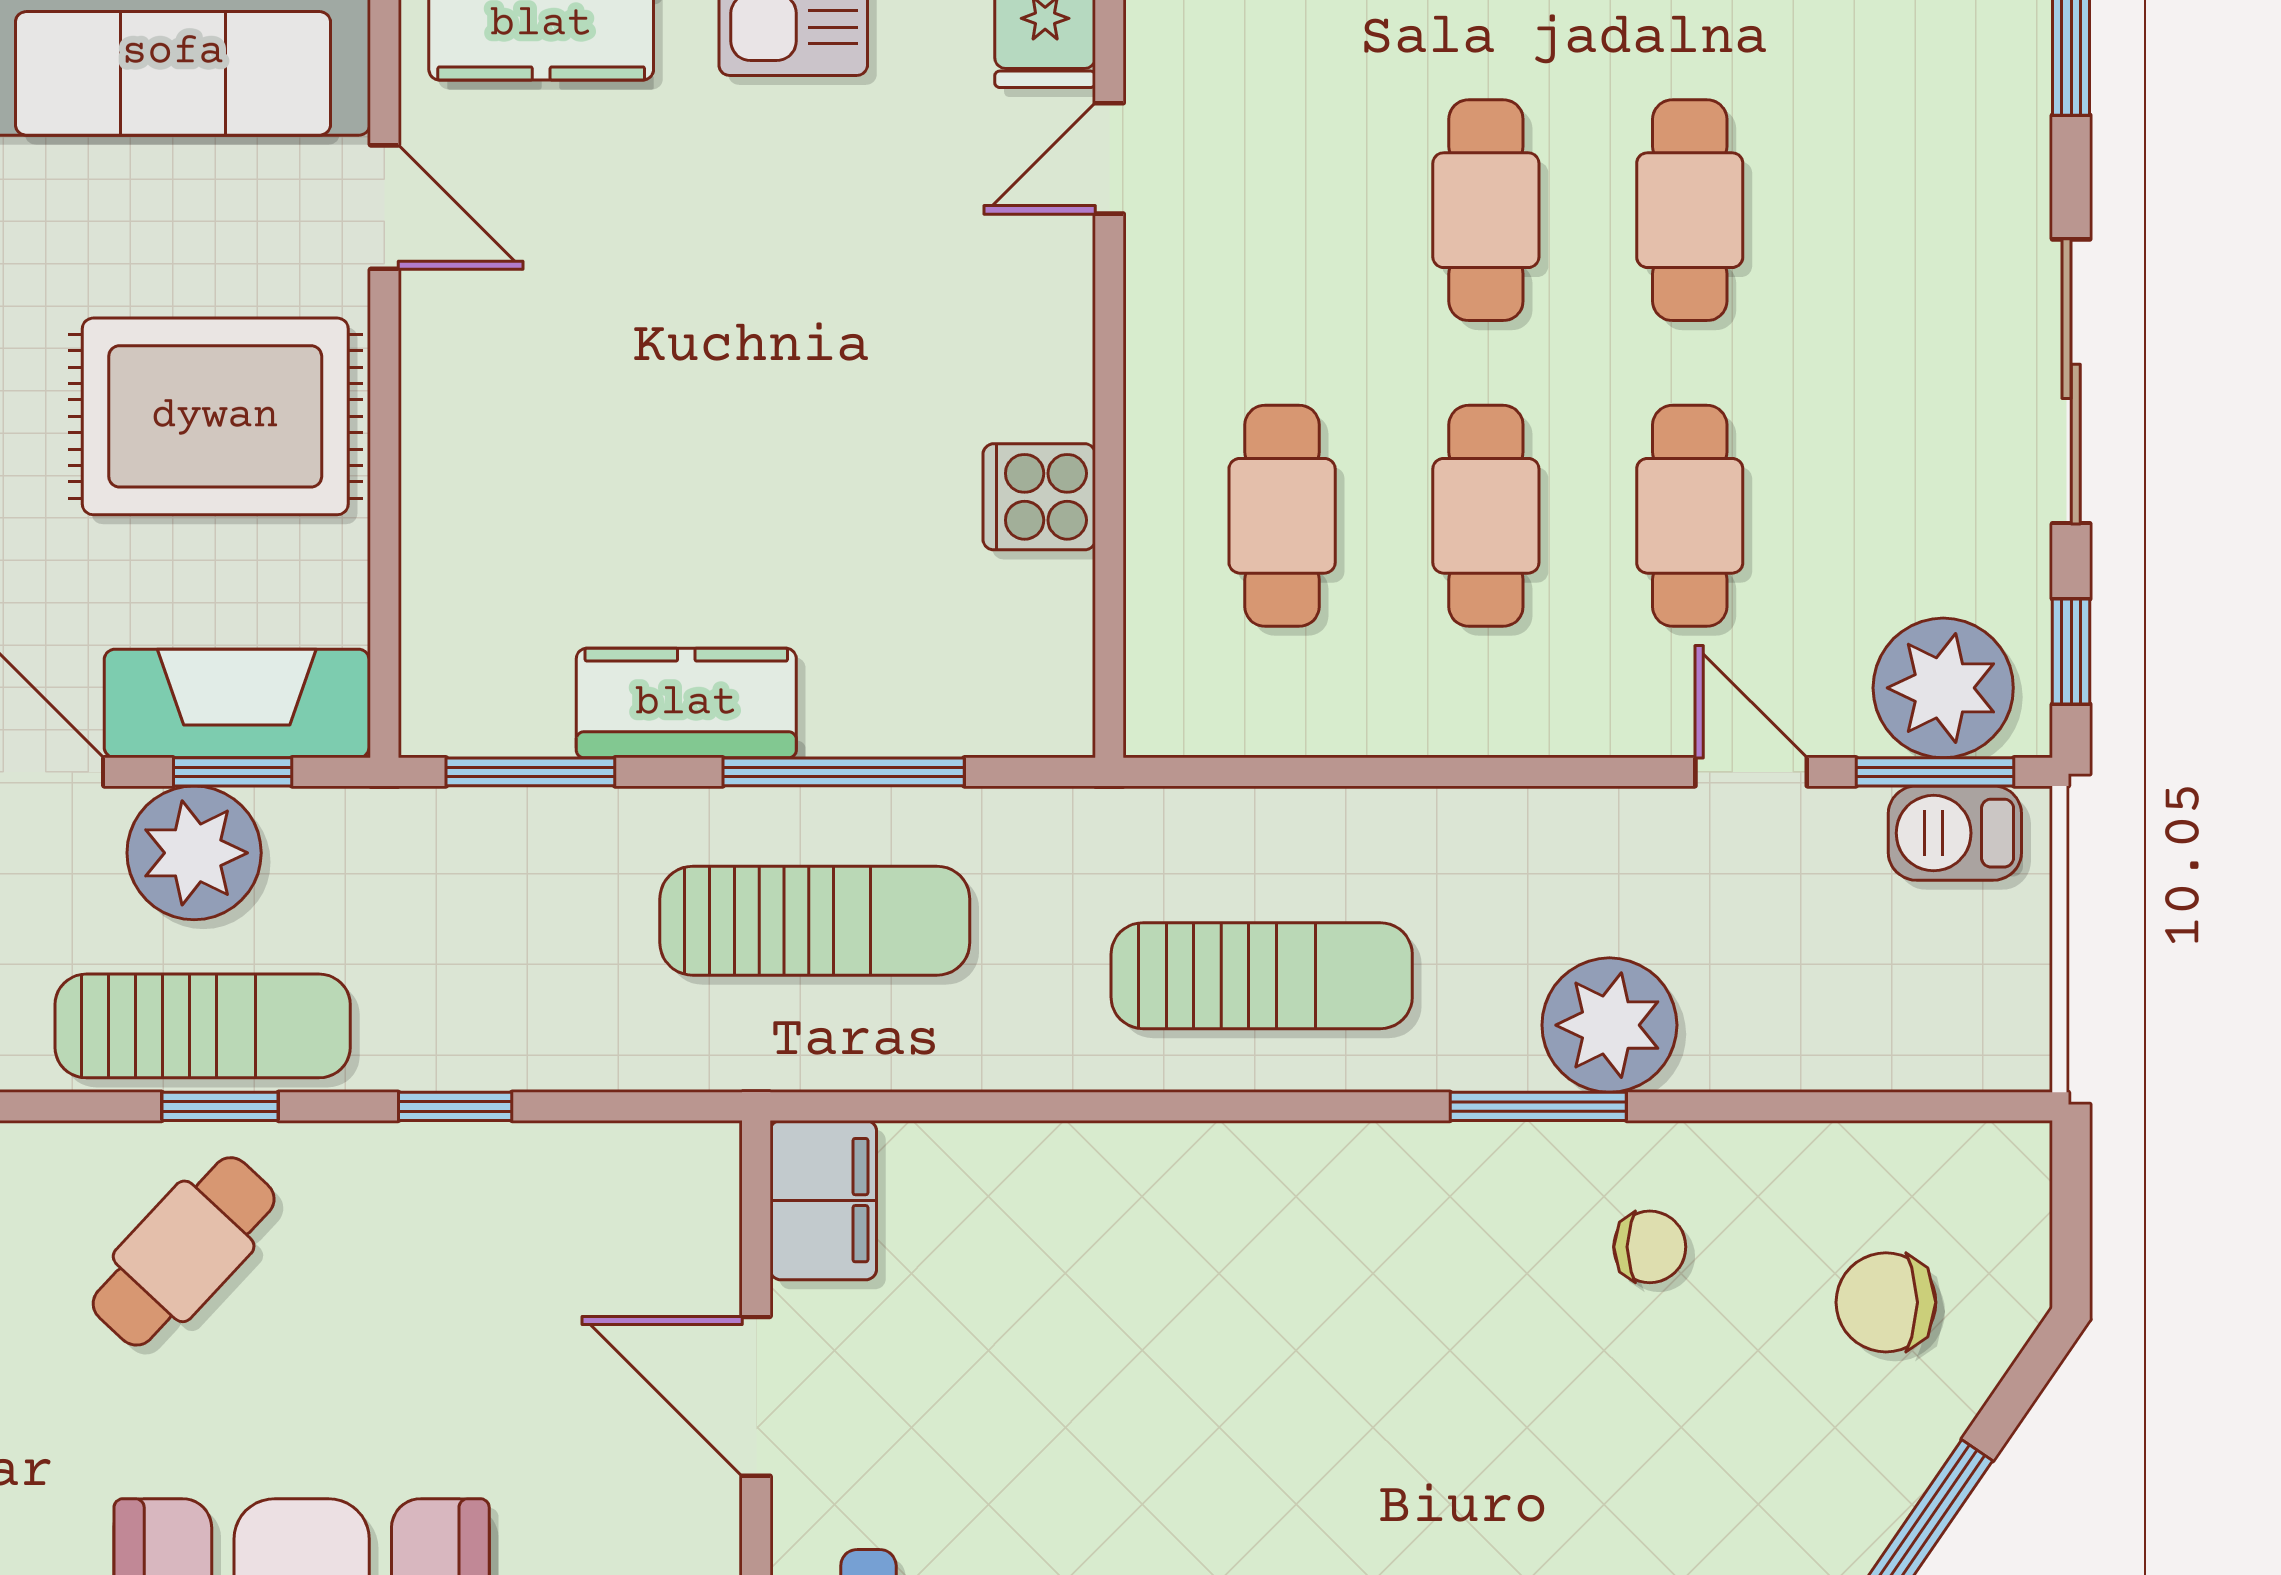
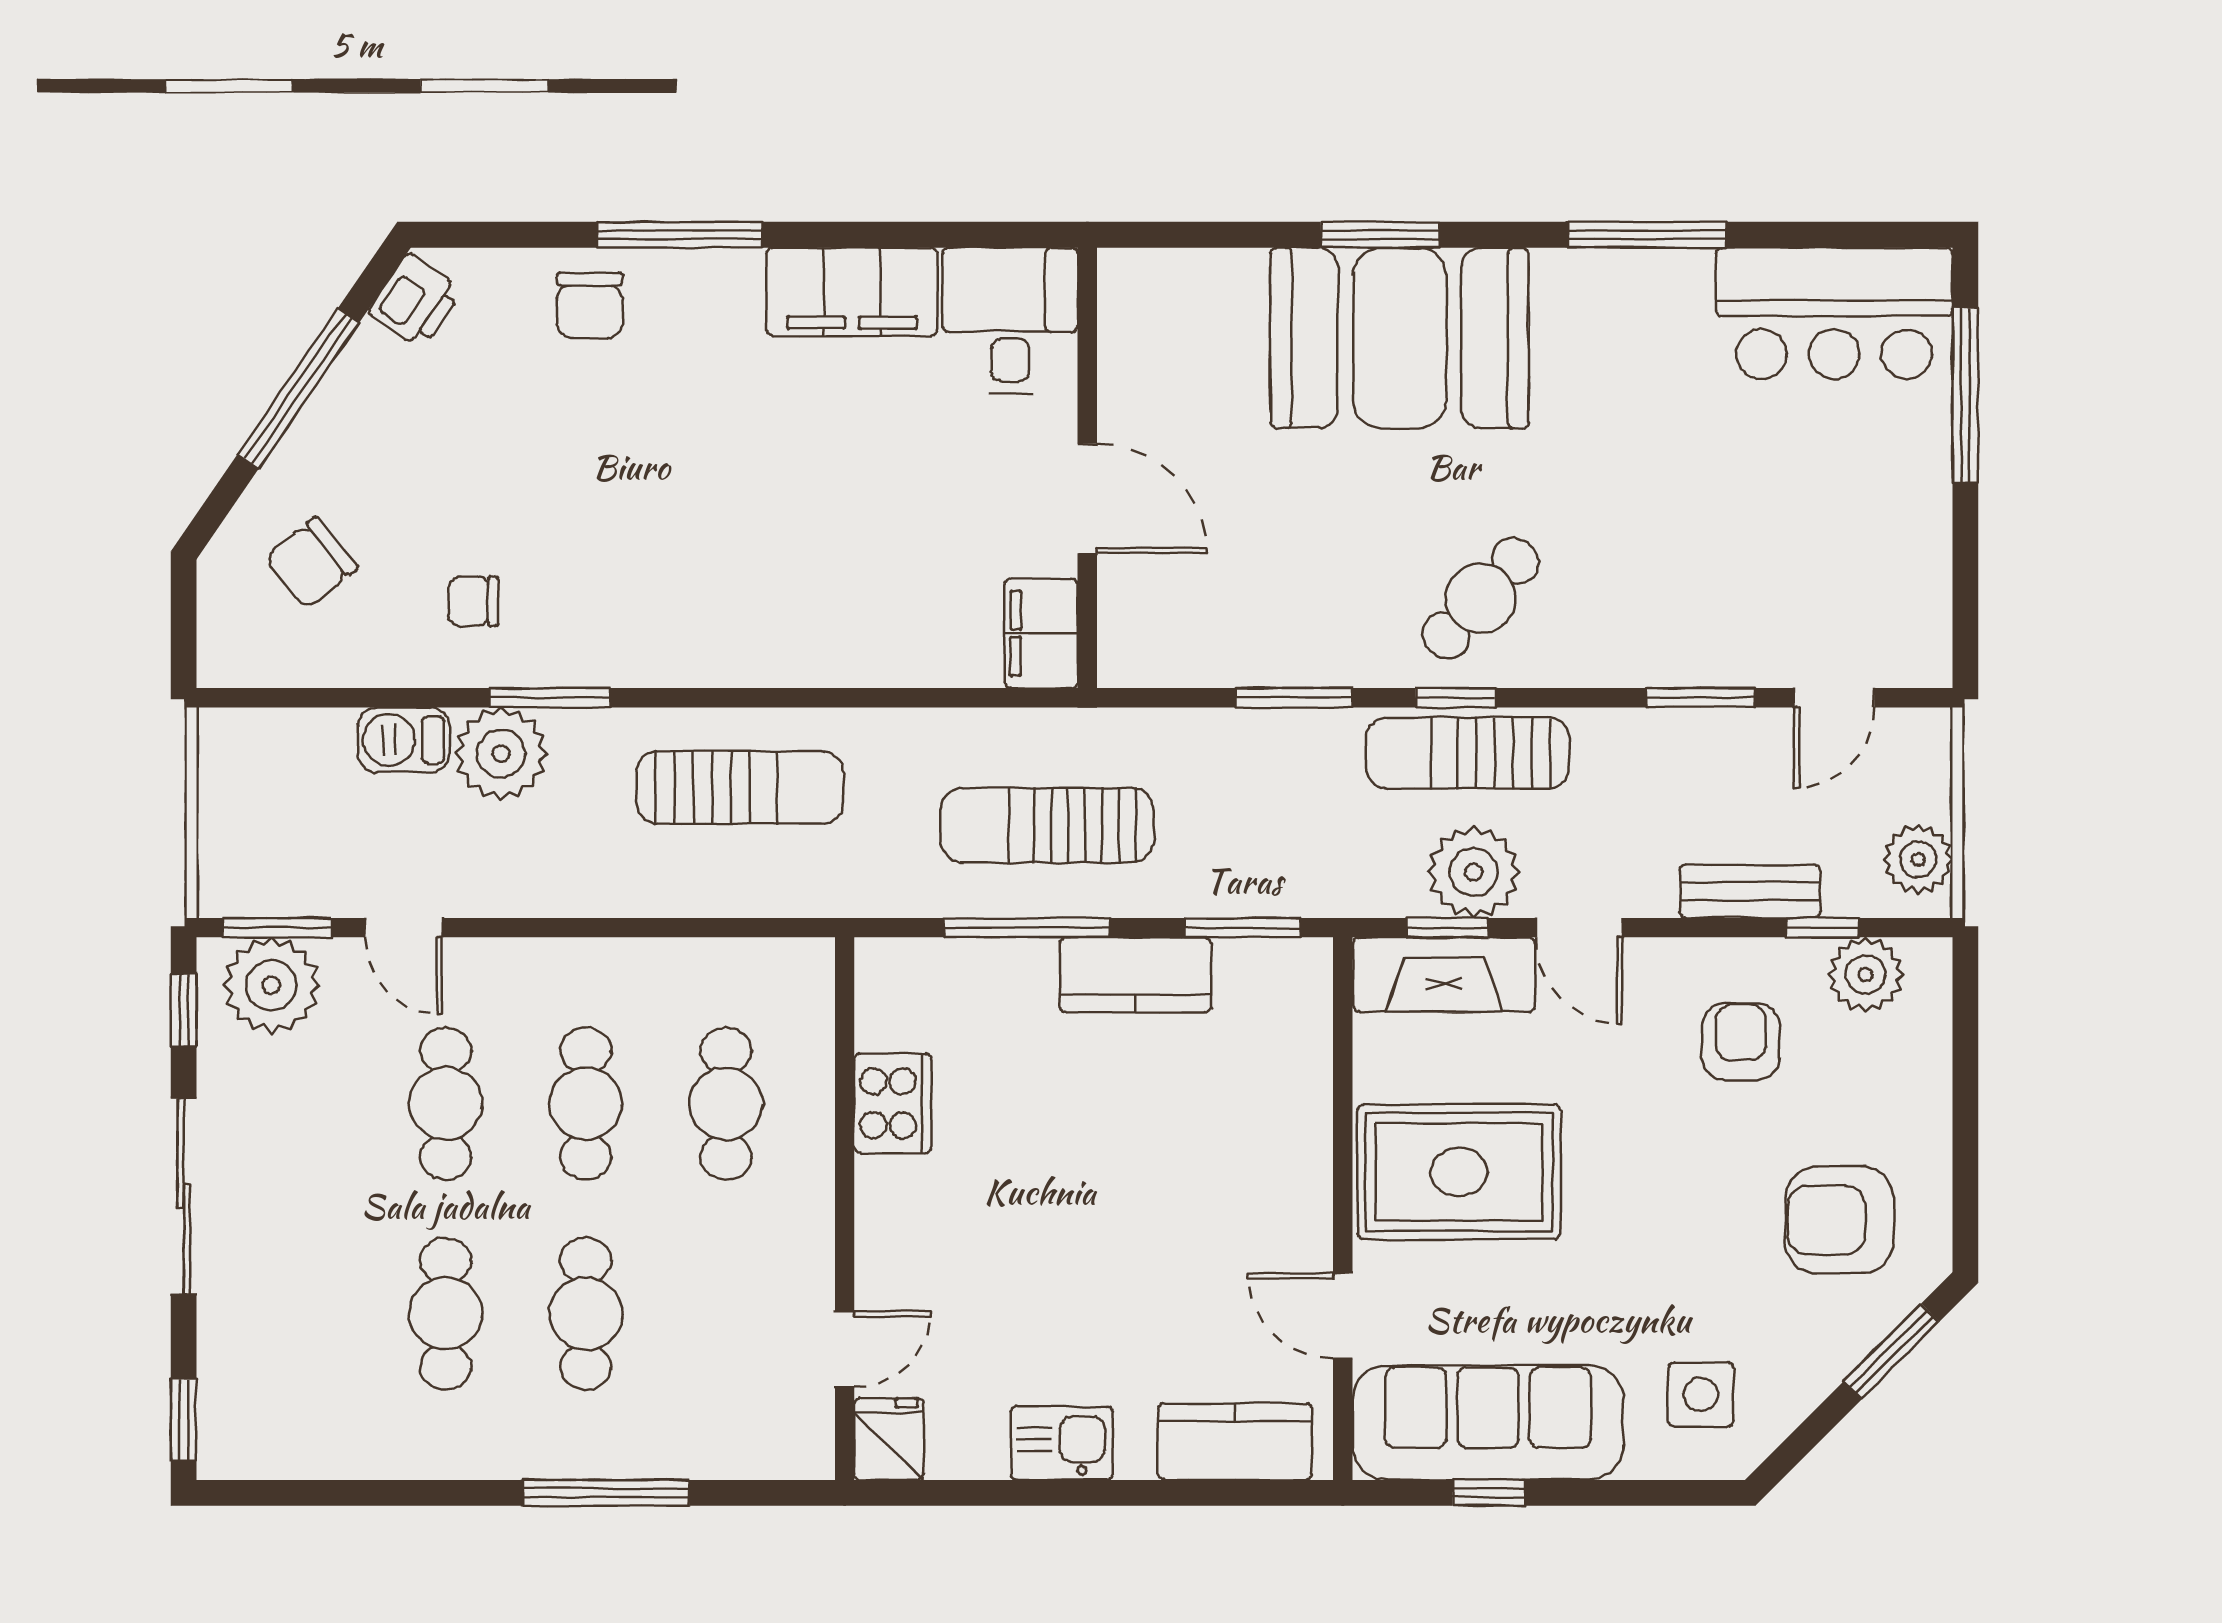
cooker: (1039, 497) -> (893, 1103), width x1.36
barbecue: (1955, 833) -> (404, 740), moved, turned 180
sun lounger: (1262, 976) -> (740, 788), turned 180
window: (455, 1106) -> (1294, 698), width x1.50
chair: (1886, 1302) -> (311, 563), turned 141

